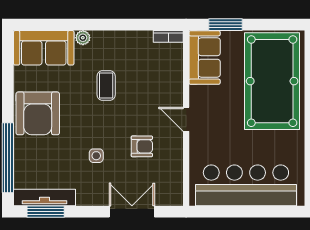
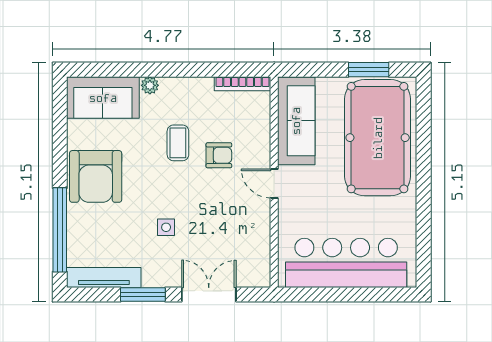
window: (225, 25) -> (369, 70), moved
bookcase: (168, 36) -> (242, 84), width x1.56
sofa: (205, 57) -> (296, 121), width x1.36
armchair: (142, 146) -> (219, 155), moved
window: (46, 212) -> (143, 294), moved

